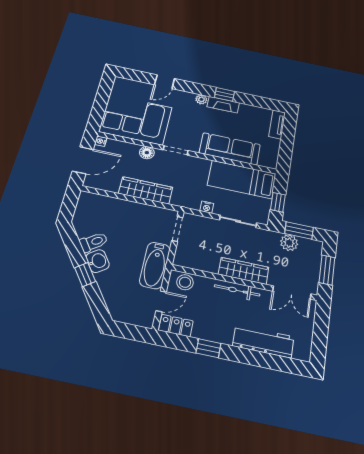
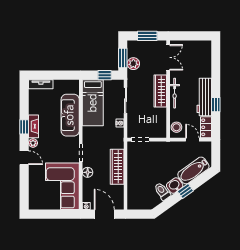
door: (165, 82) -> (24, 158), moved
bathtub: (155, 265) -> (193, 170), moved, turned 144
workbench: (263, 341) -> (204, 97), moved

